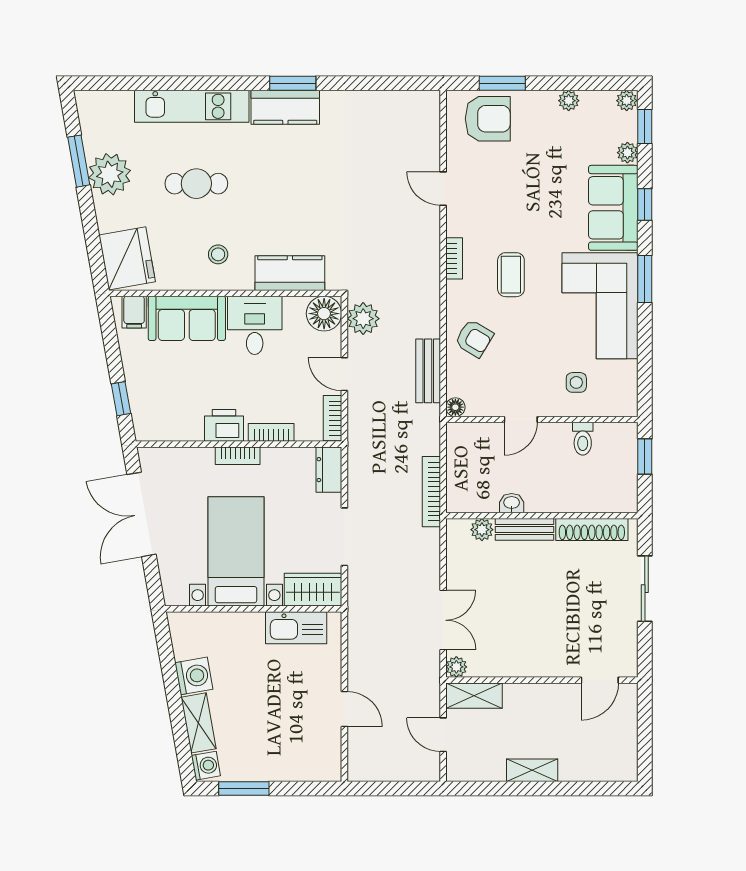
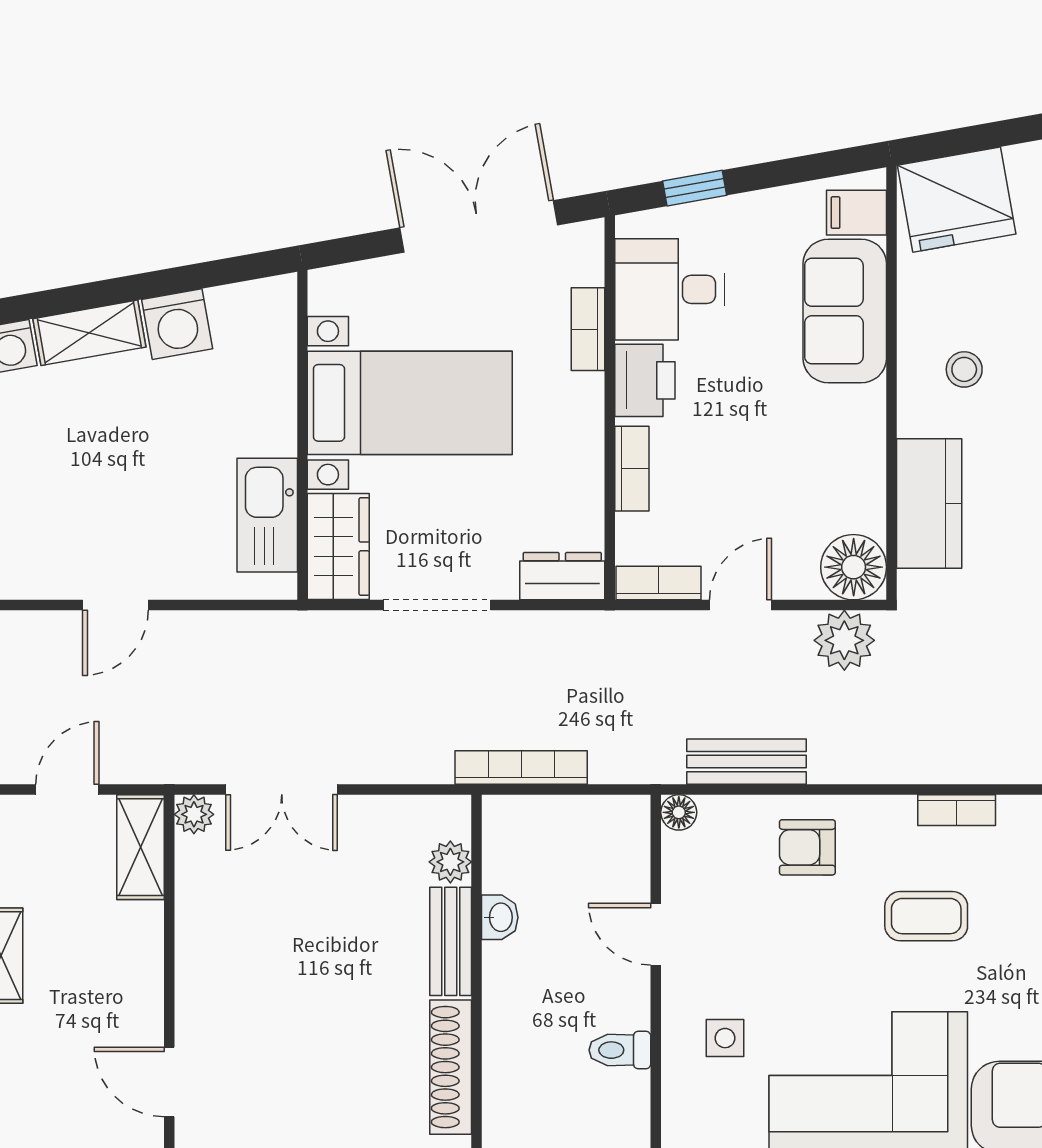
desk: (255, 325) -> (670, 289), moved, turned 180
armchair: (474, 338) -> (807, 847), turned 59
bookcase: (238, 456) -> (588, 329), moved

